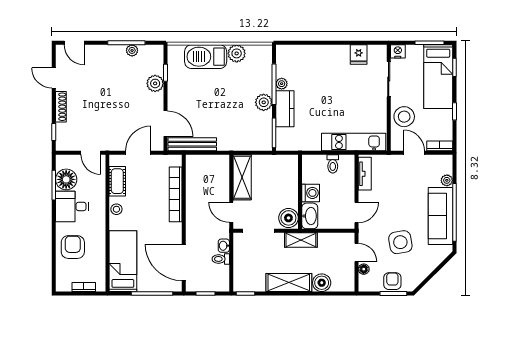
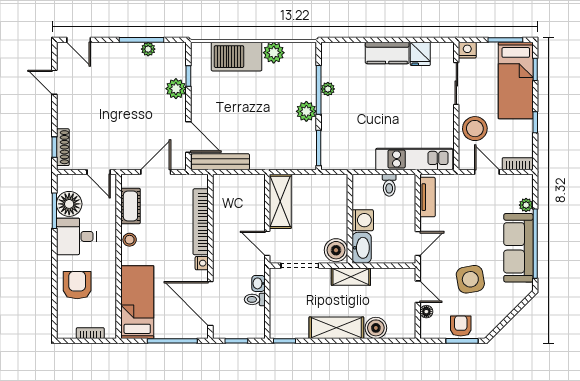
shoe rack: (61, 107) -> (63, 147), moved
kitchen counter: (285, 109) -> (387, 53), moved, turned 90
nightstand: (177, 229) -> (202, 263), added

